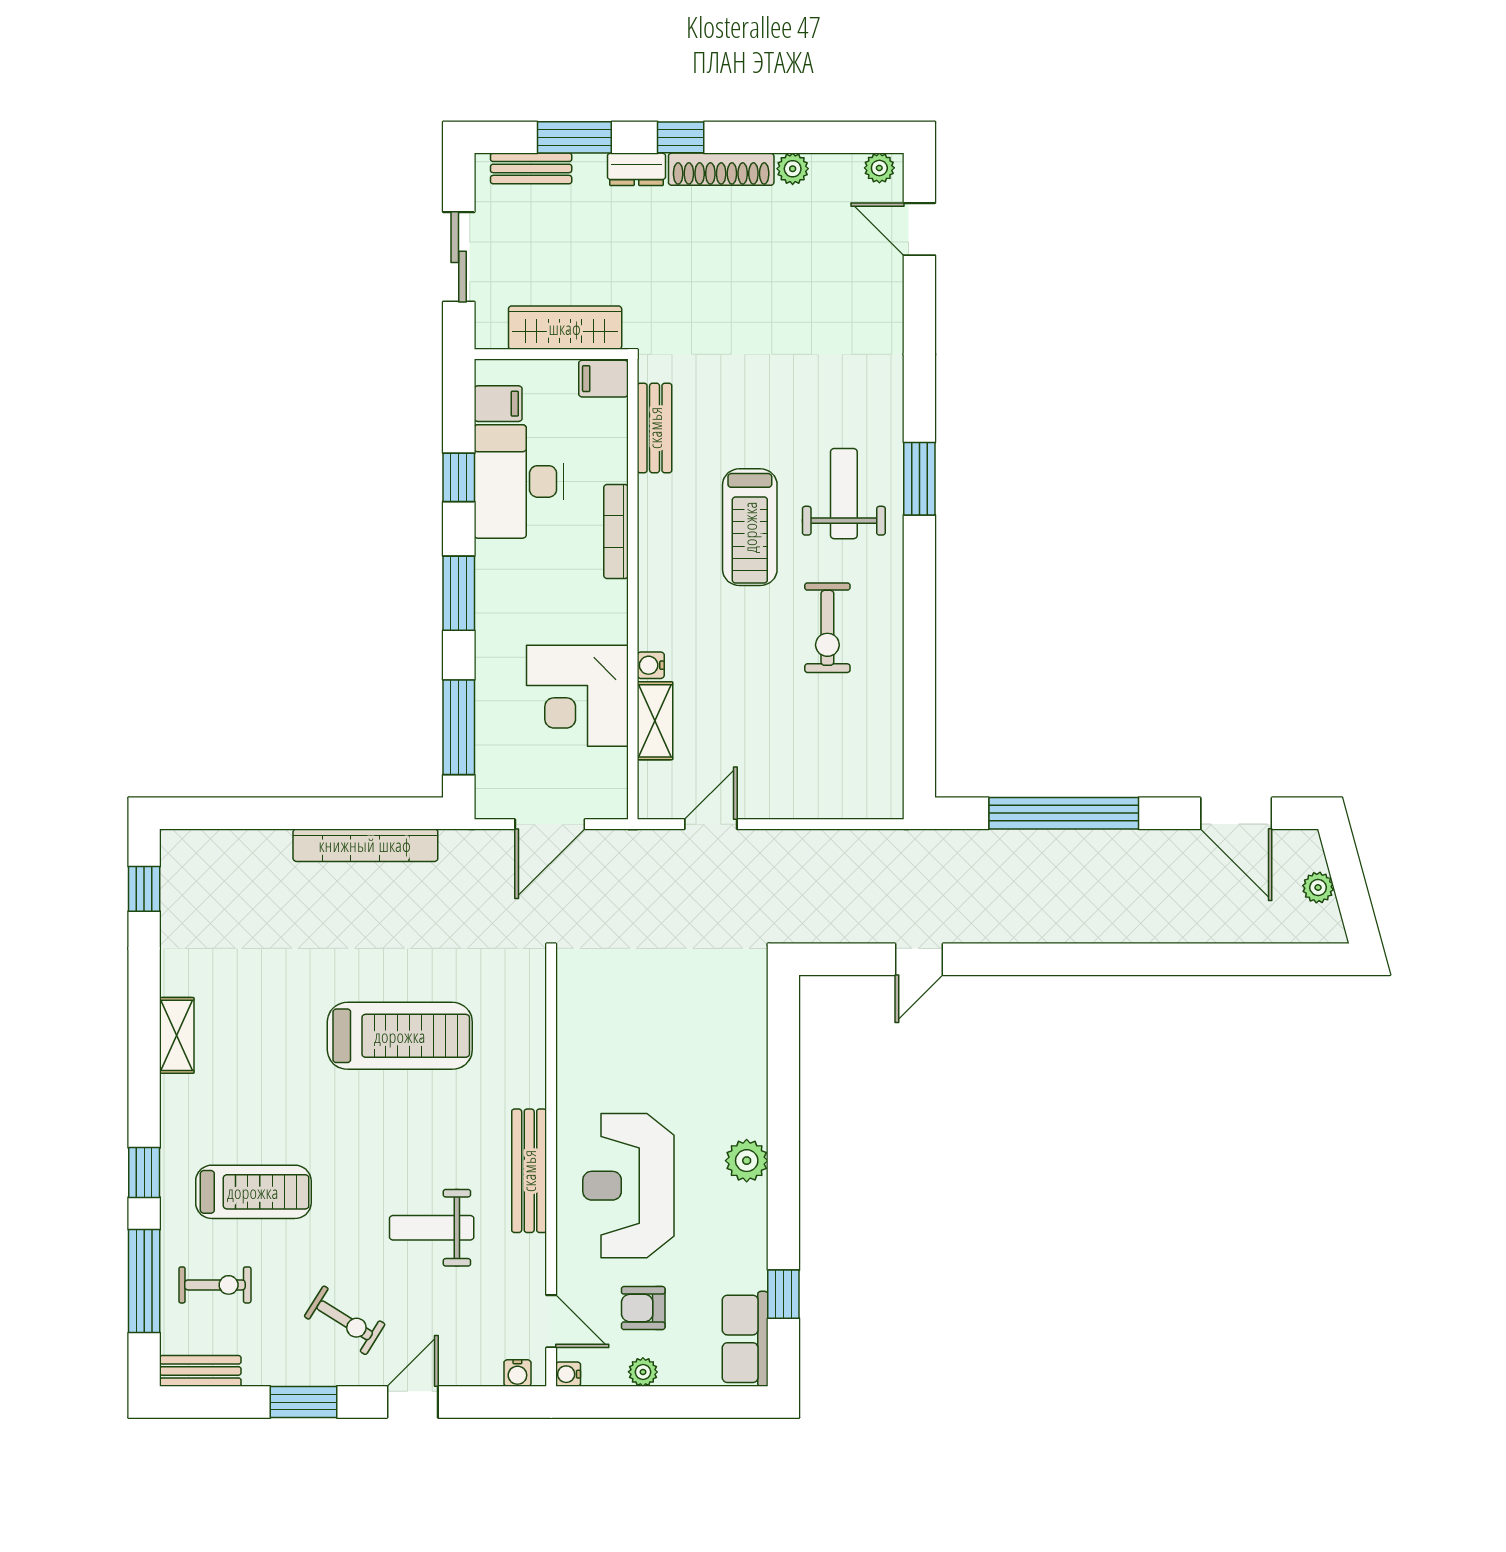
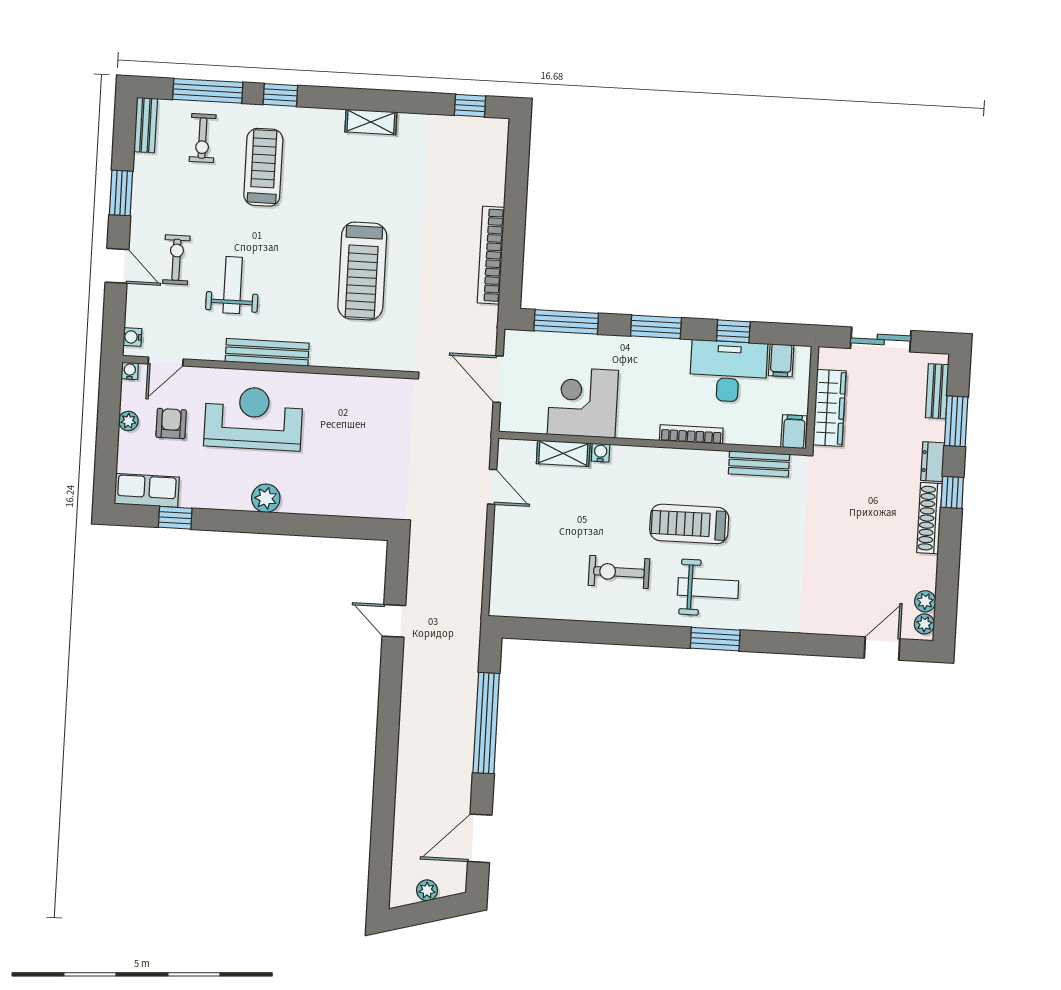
plant: (793, 169) -> (925, 601), moved
treadmill: (253, 1192) -> (263, 167), turned 180
exercise bike: (345, 1320) -> (176, 260), moved, turned 148

